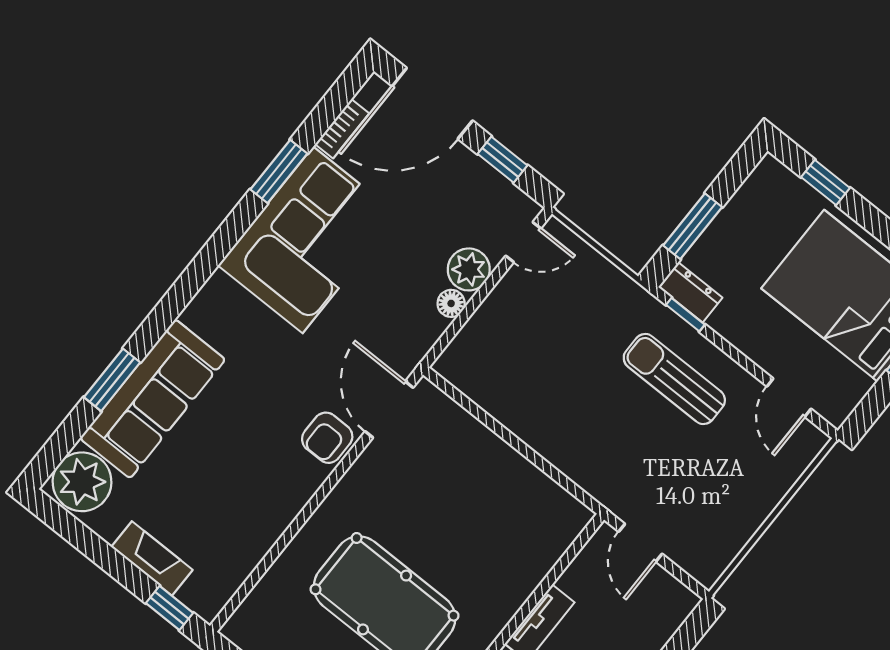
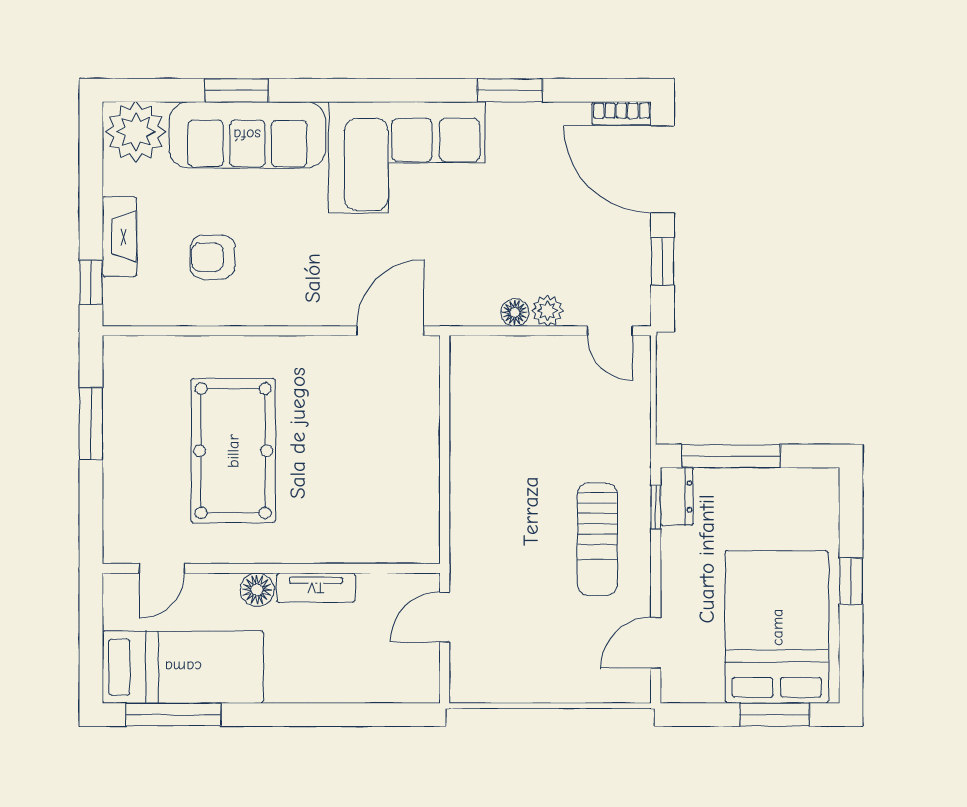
bookcase: (342, 129) -> (622, 113), moved
window: (826, 183) -> (851, 581), moved
window: (693, 226) -> (731, 456), width x1.44
corner sofa: (308, 240) -> (407, 157), moved
plant: (469, 269) -> (547, 311), width x0.73, depth x0.73
sun lounger: (674, 379) -> (597, 539), turned 180
armchair: (327, 438) -> (213, 257), moved

